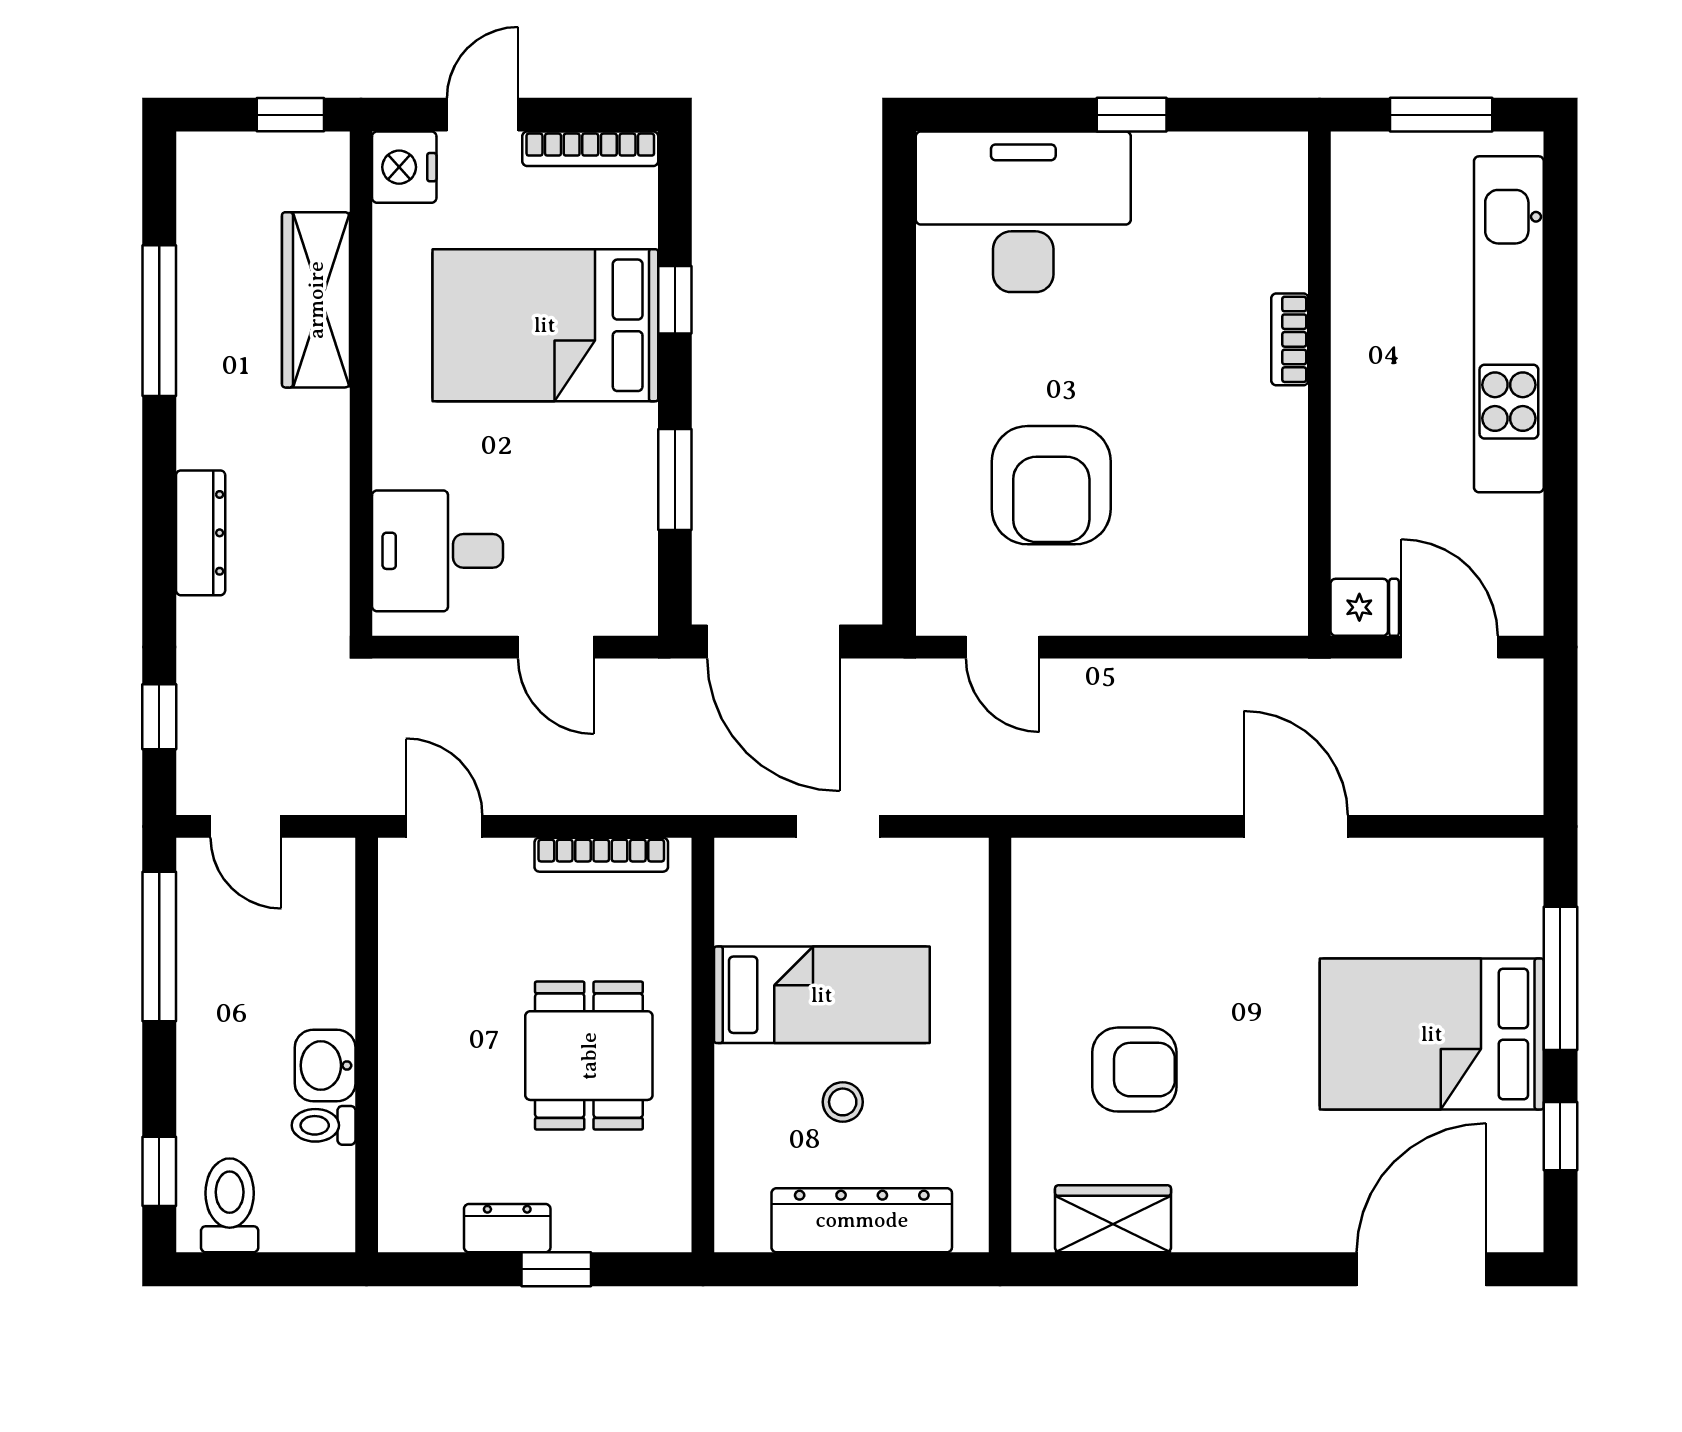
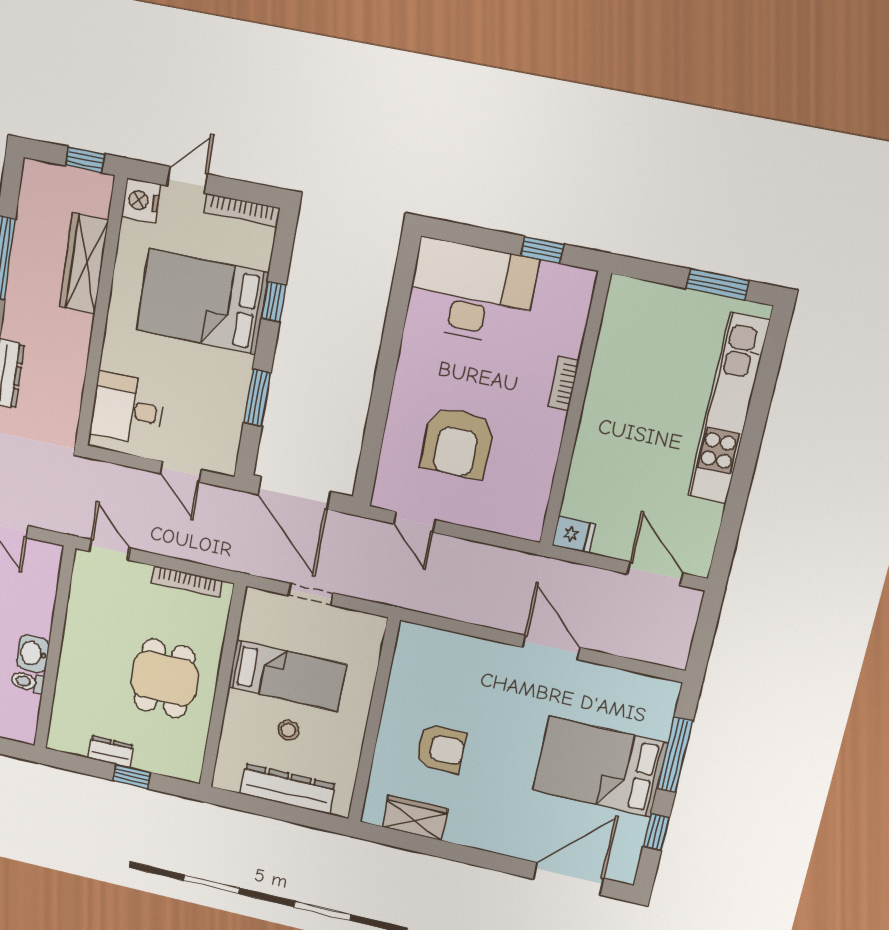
bookcase: (1290, 339) -> (564, 383), moved
wall: (1319, 384) -> (575, 411), moved
fridge: (1365, 607) -> (574, 534), moved

